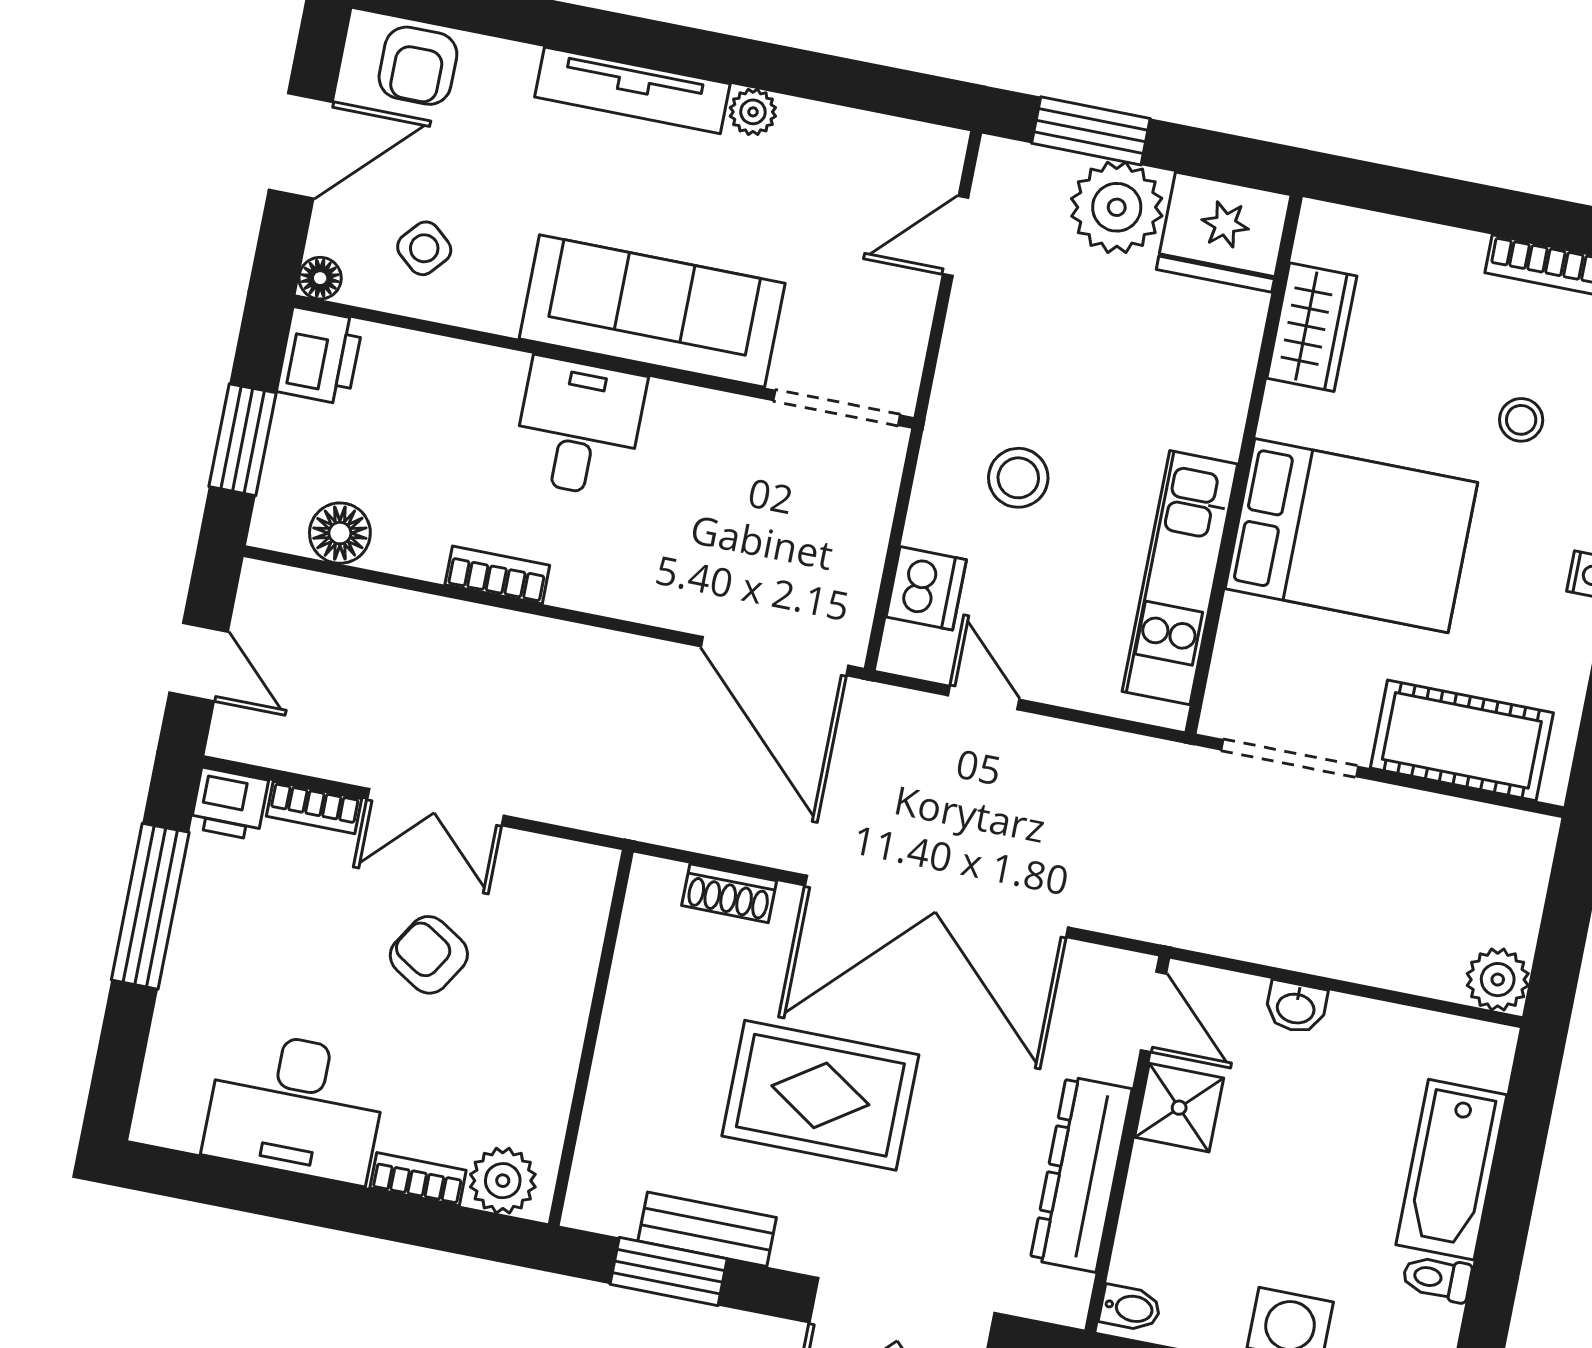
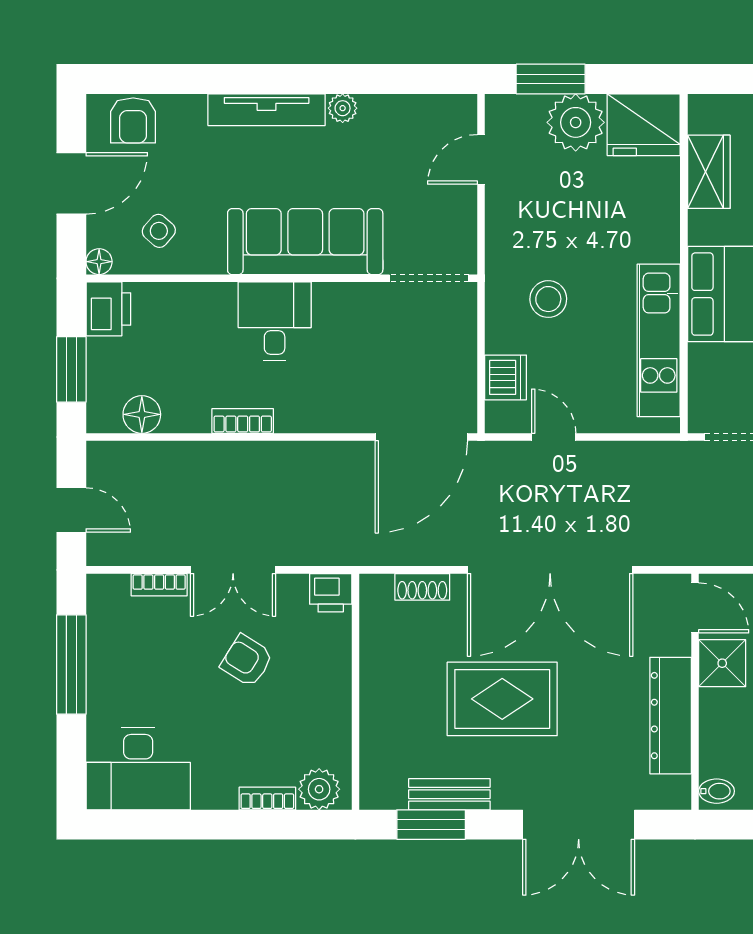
door: (775, 656) -> (421, 437), hinge flipped
printer: (229, 804) -> (331, 593), moved
desk: (296, 1106) -> (138, 769), moved

